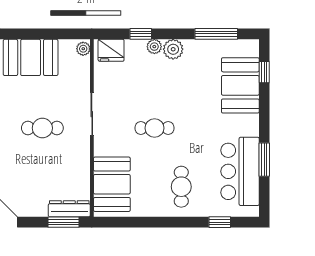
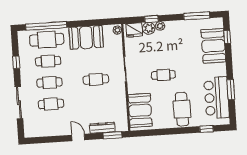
plant: (173, 49) -> (149, 28), moved
cafe table: (181, 187) -> (182, 109), width x1.37, depth x1.35
dresser: (69, 209) -> (102, 128), moved

